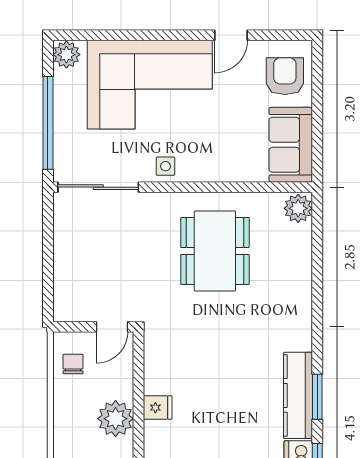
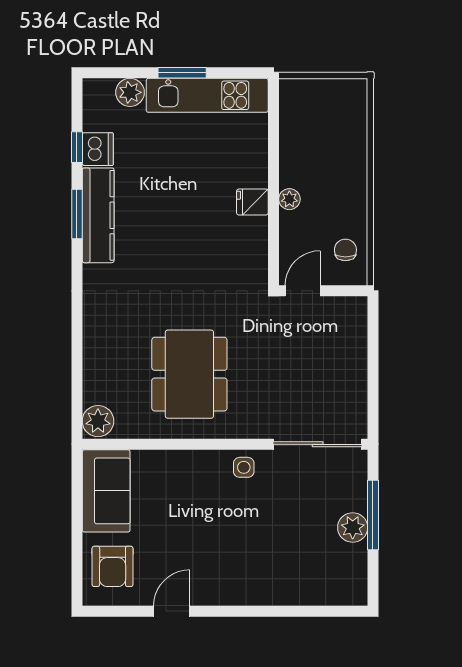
plant: (66, 55) -> (353, 527), moved
corner sofa: (150, 85) -> (261, 557), removed
window: (48, 123) -> (373, 515), width x0.68
chair: (73, 364) -> (345, 250), turned 180
plant: (116, 419) -> (289, 199), width x0.53, depth x0.53

